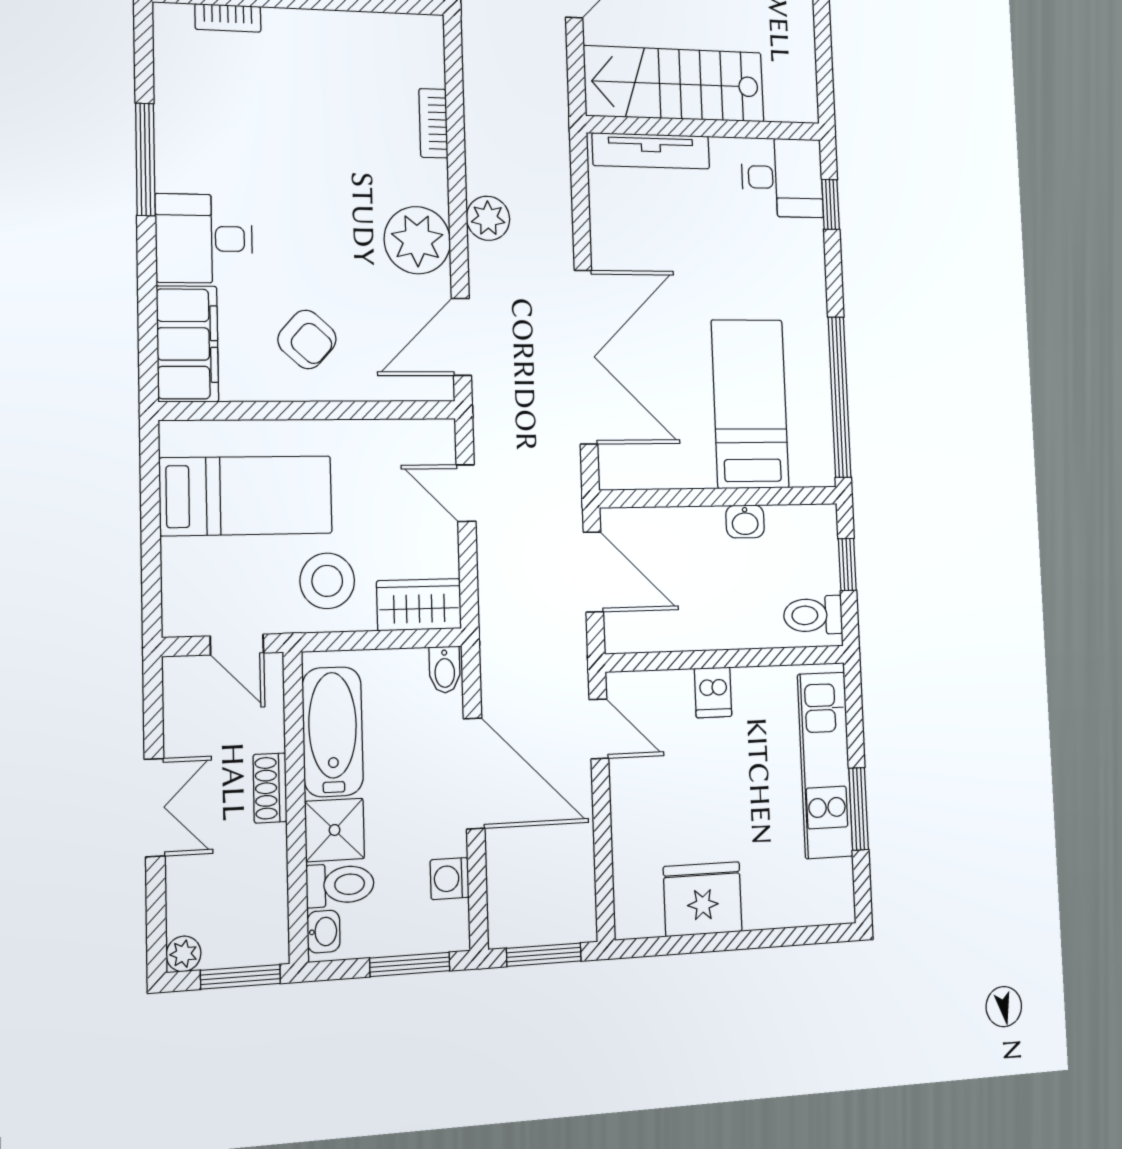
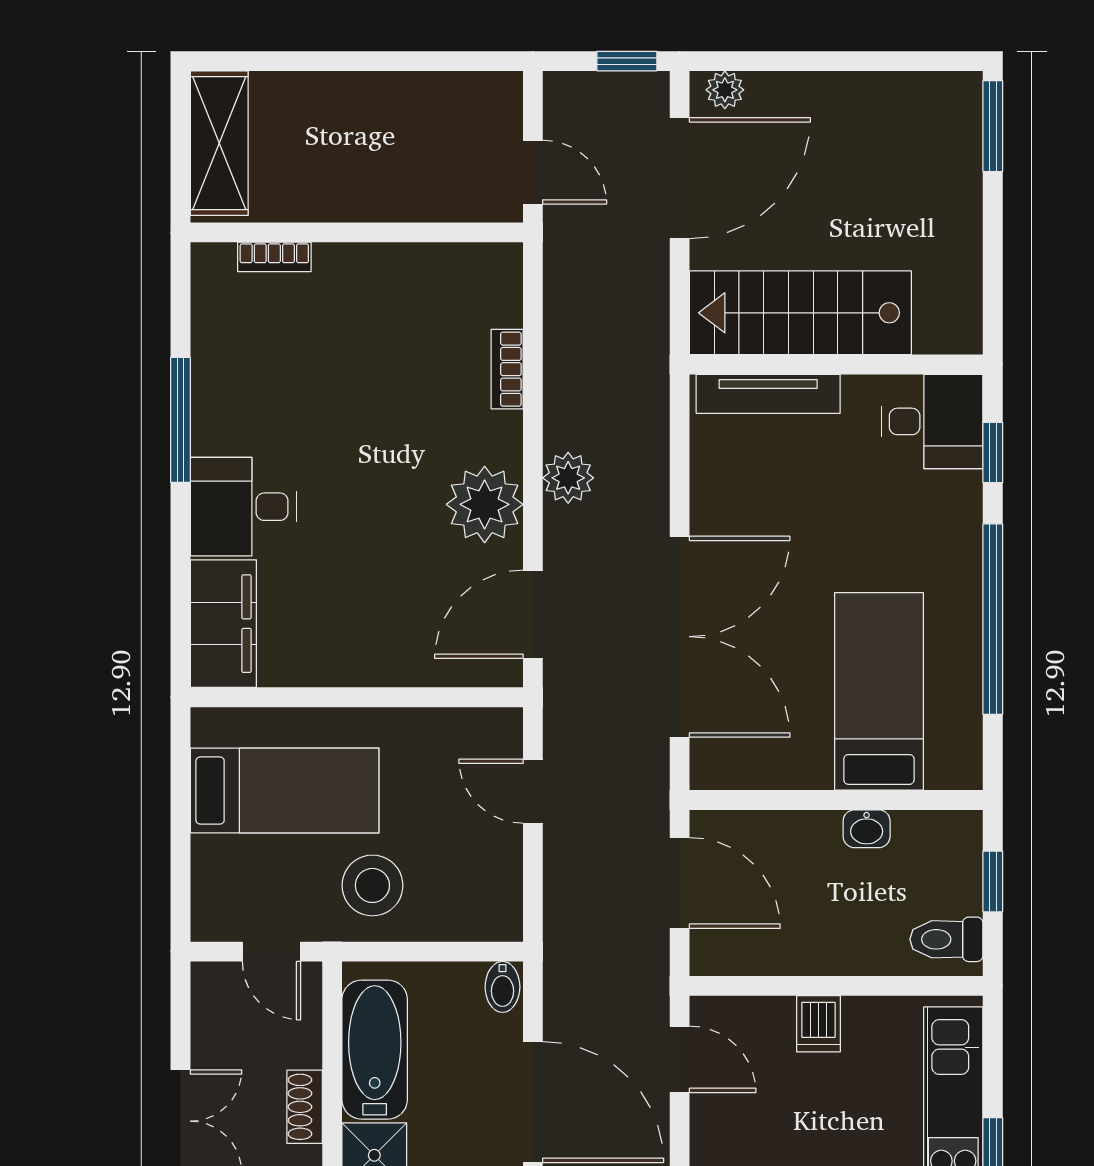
armchair: (307, 339) -> (356, 618), removed
window: (839, 397) -> (993, 619), moved
wardrobe: (419, 605) -> (475, 914), removed

